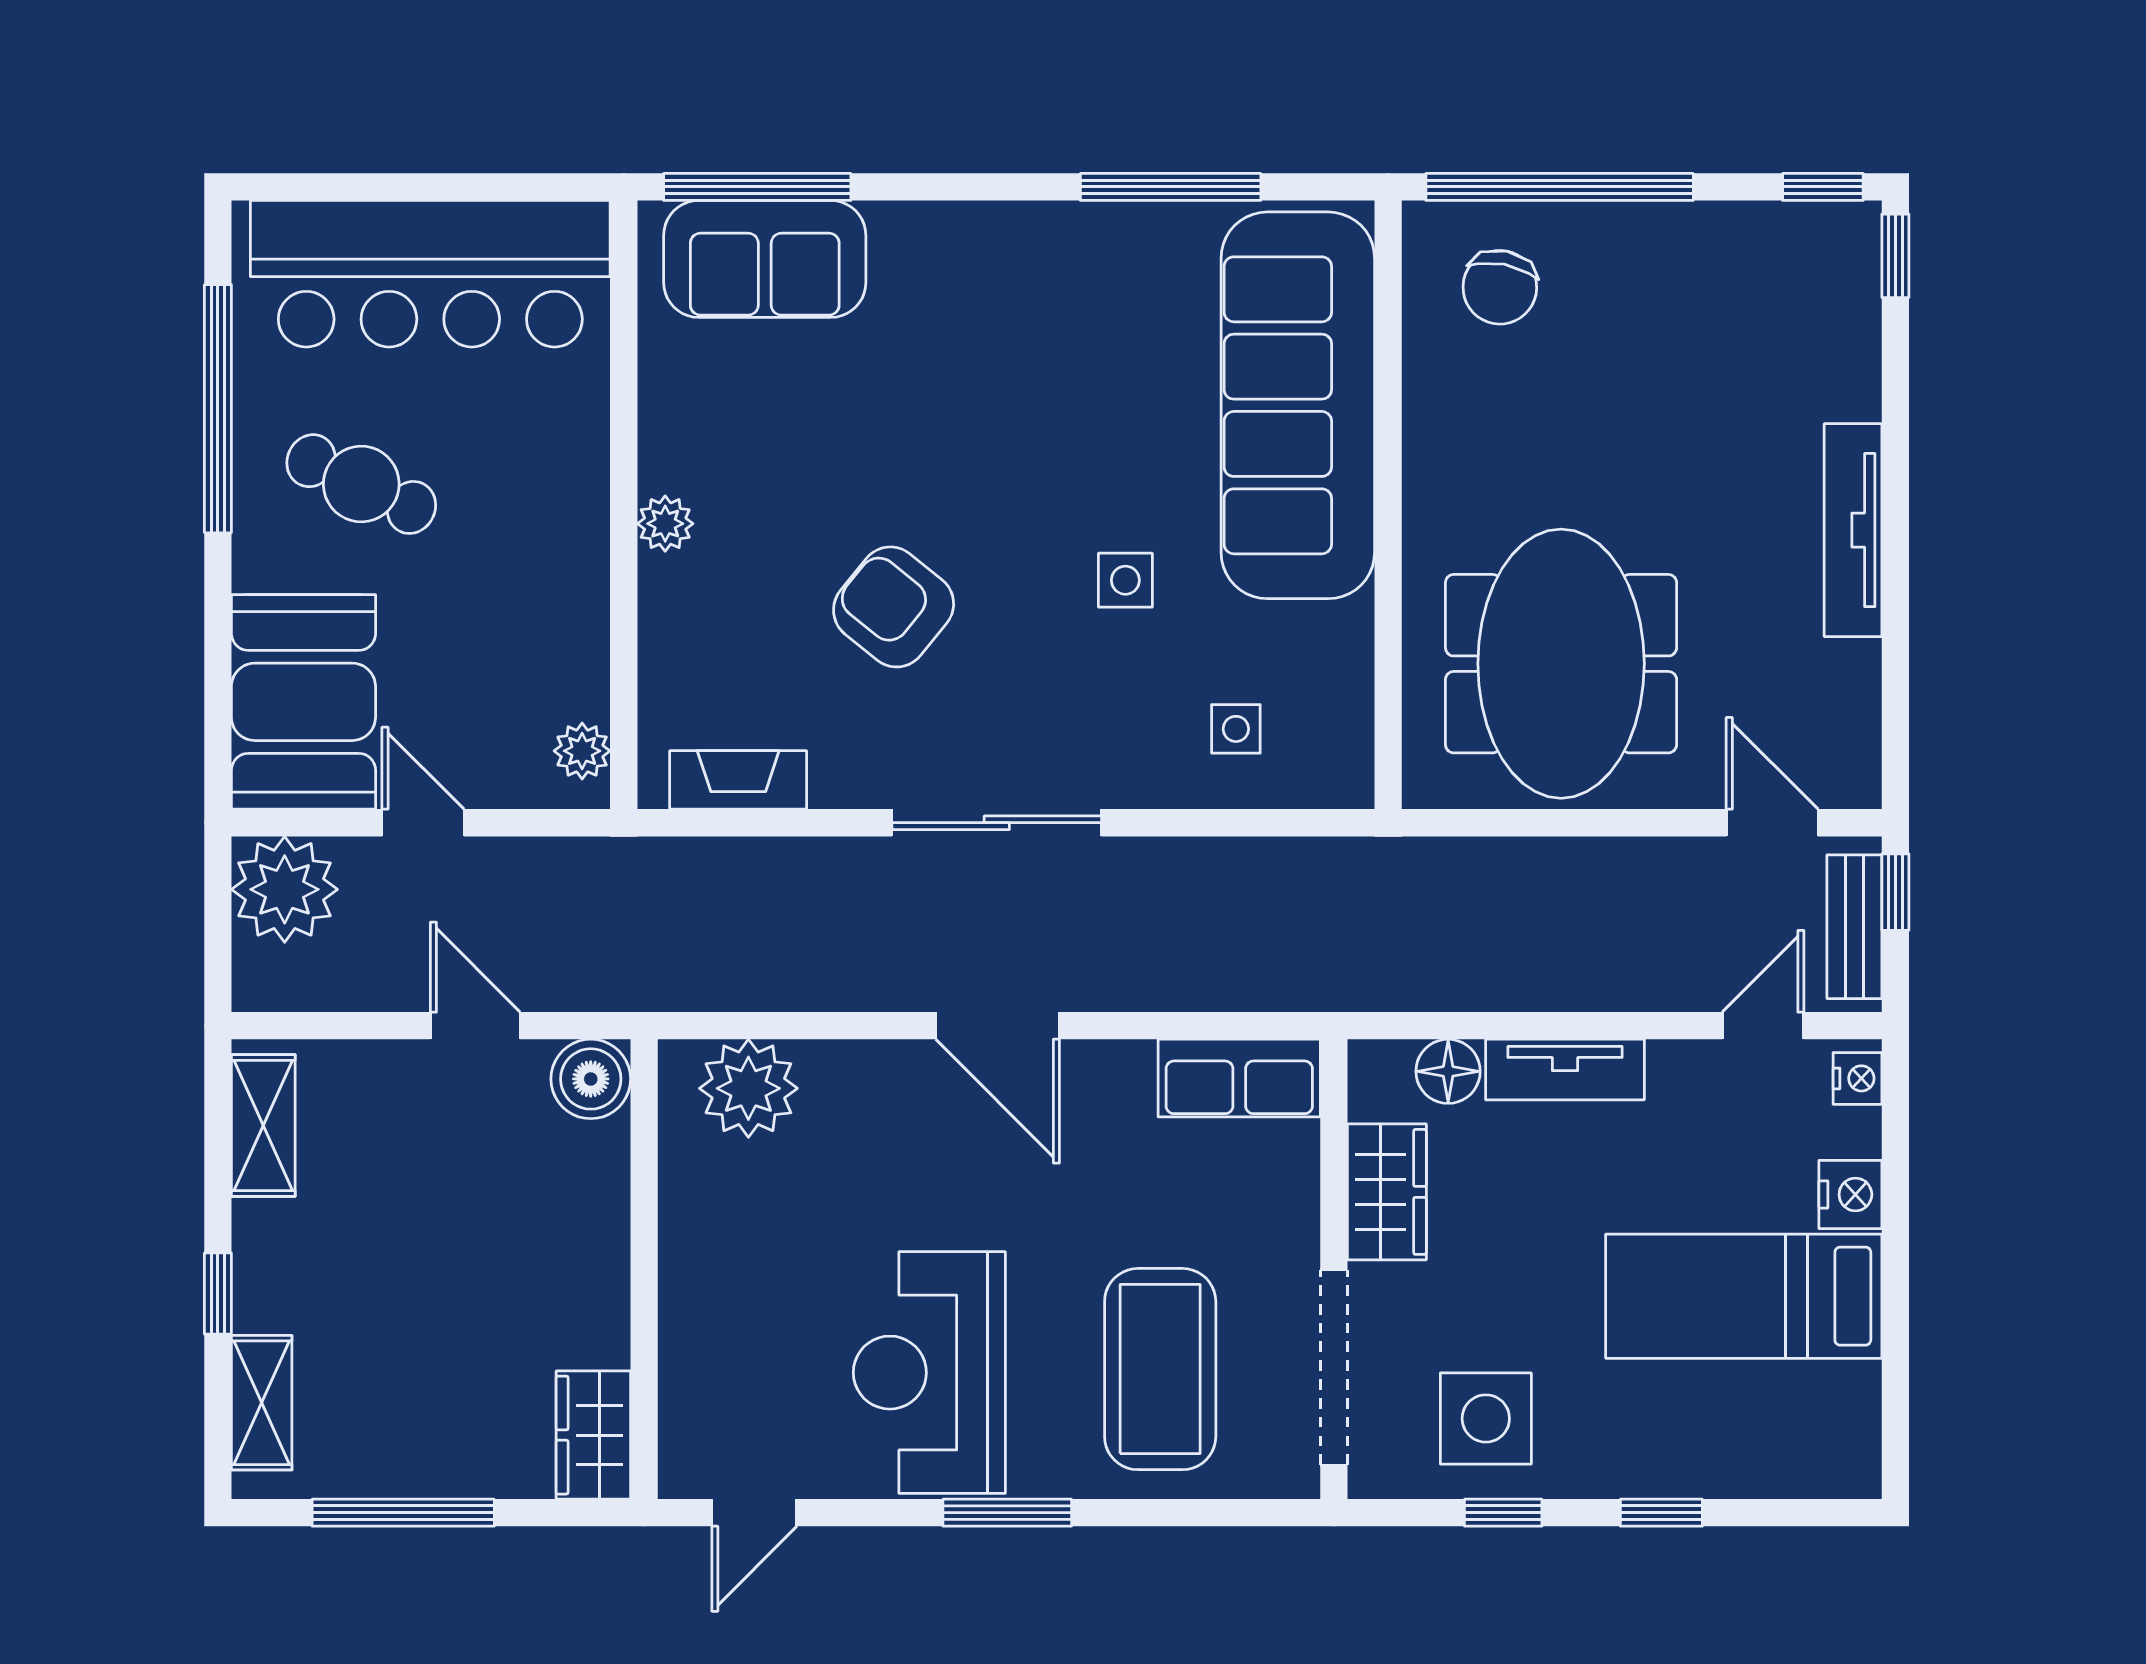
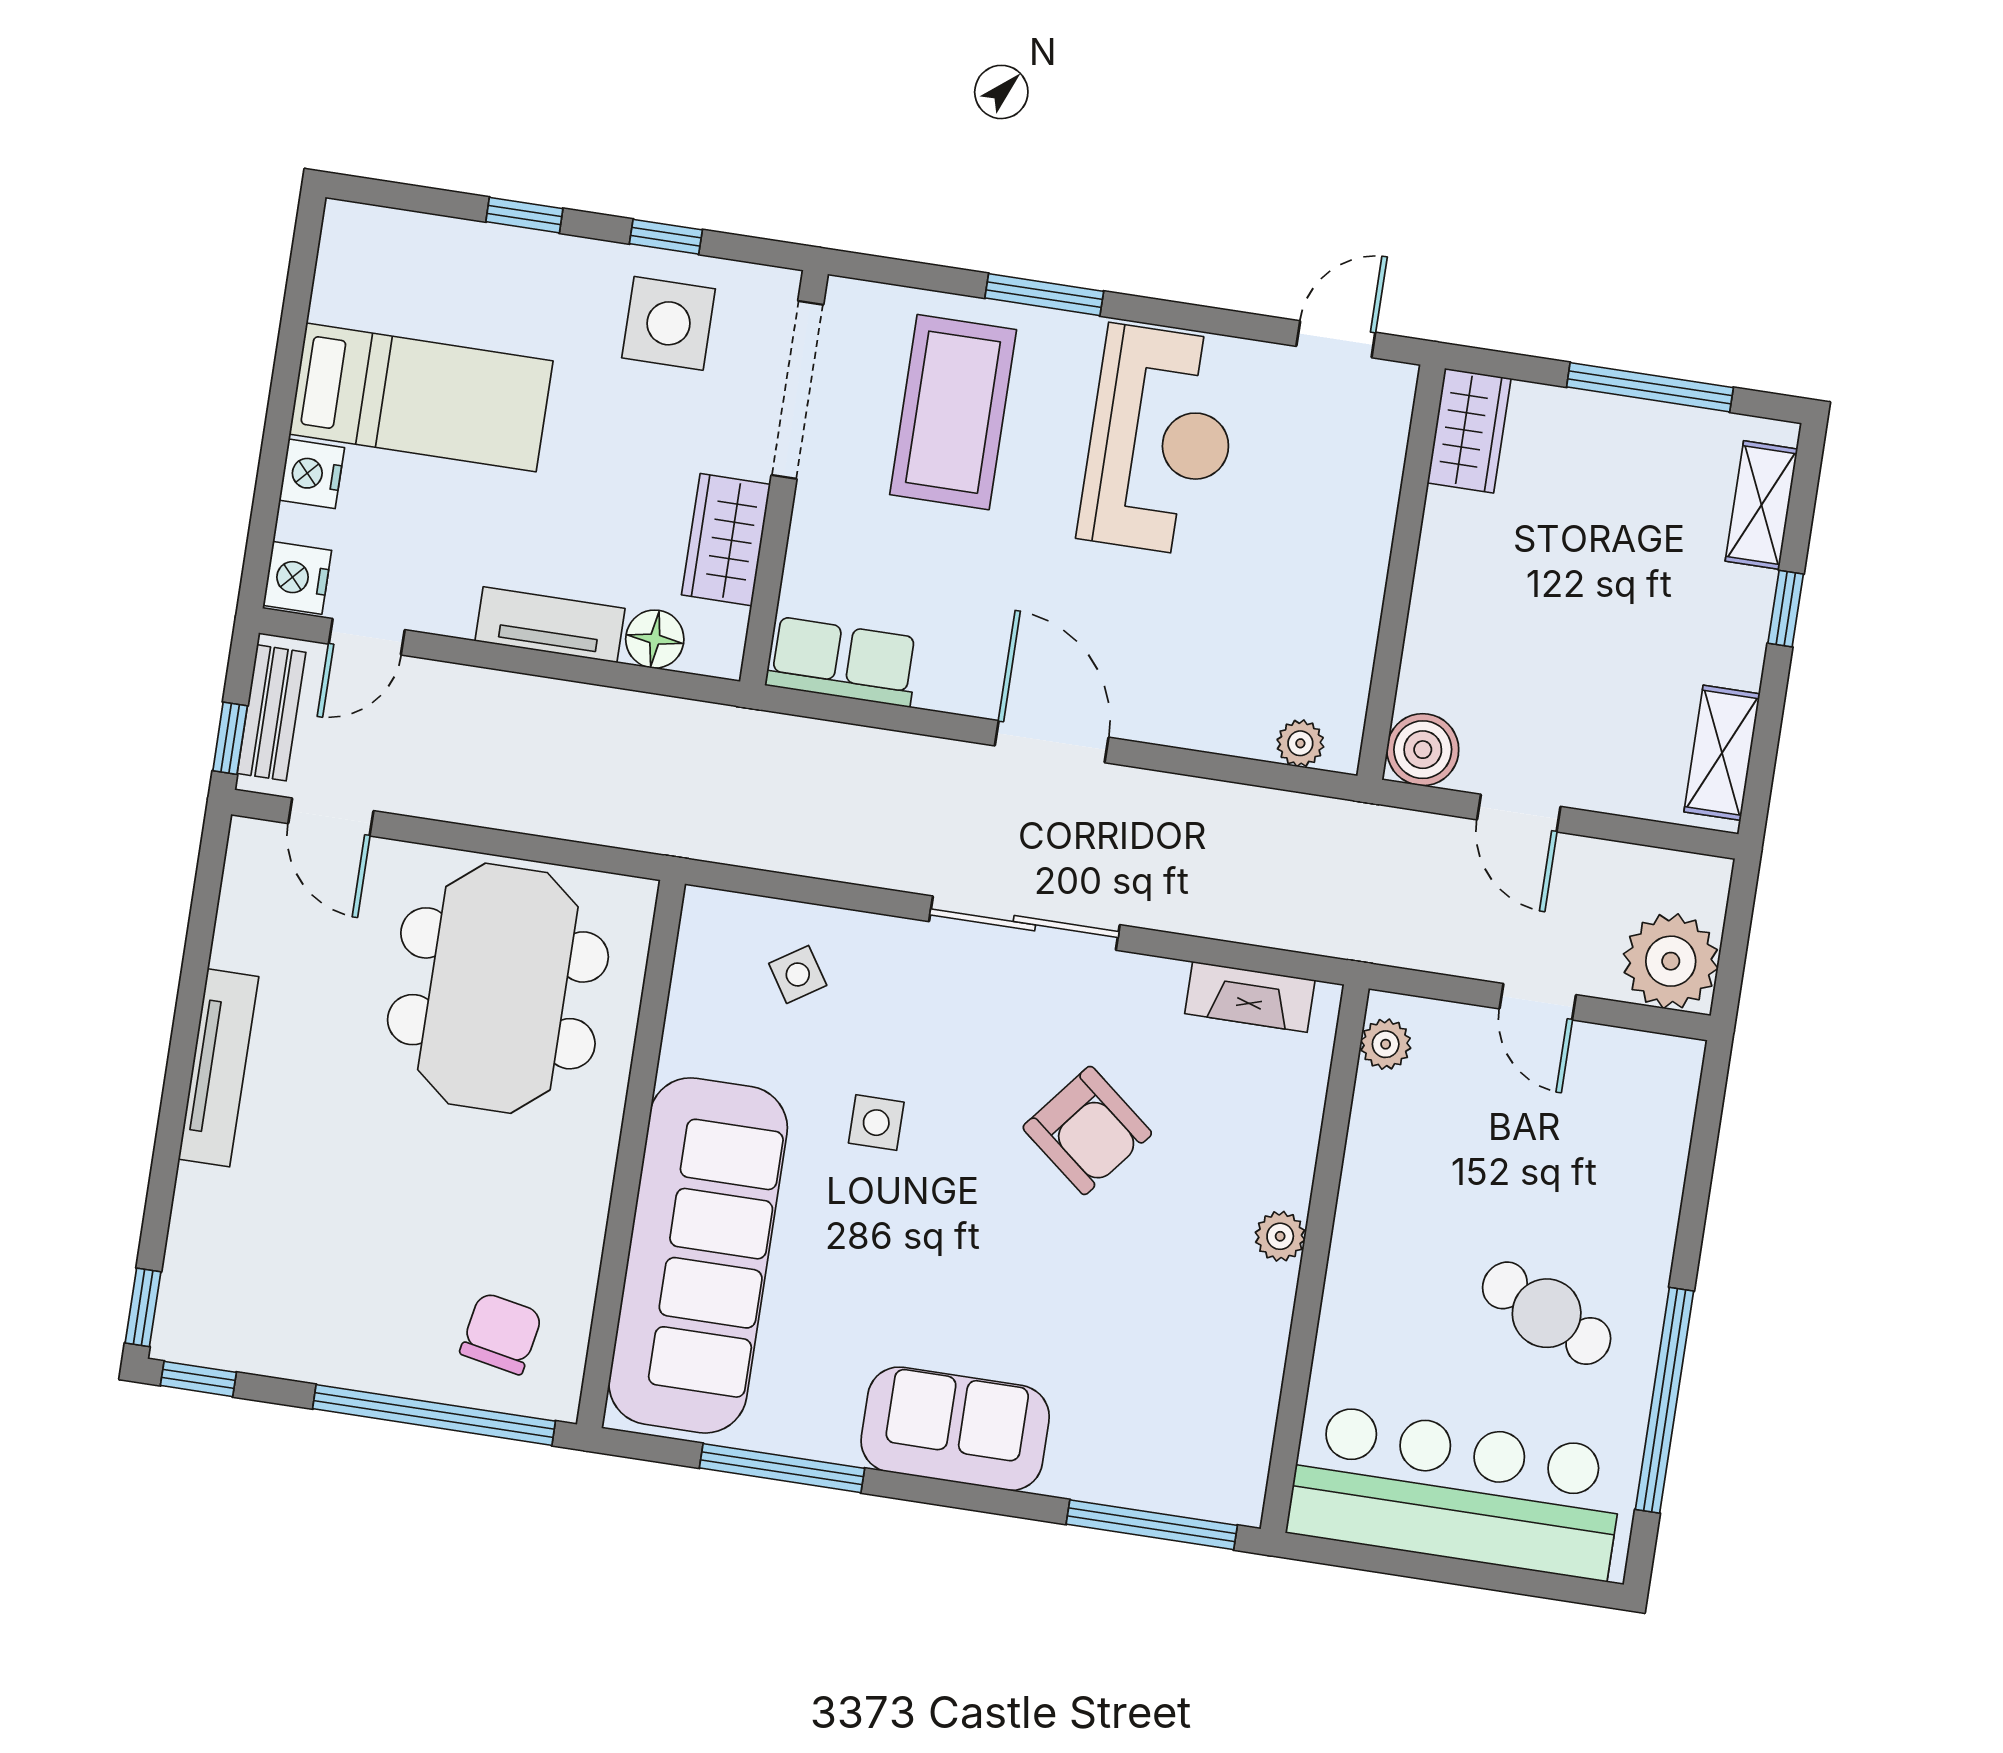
sofa: (765, 259) -> (955, 1429), moved
booth: (303, 702) -> (1628, 1126), removed
side table: (1236, 729) -> (798, 974), turned -33
nightstand: (1857, 1078) -> (297, 578), width x1.39, depth x1.35
plant: (748, 1088) -> (1300, 743), width x0.53, depth x0.53
window: (1007, 1513) -> (1044, 295), moved

